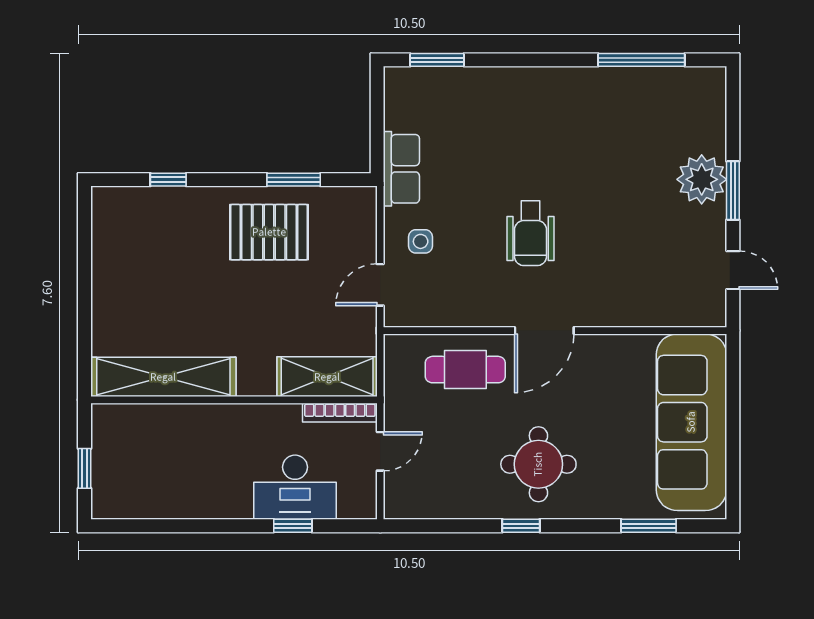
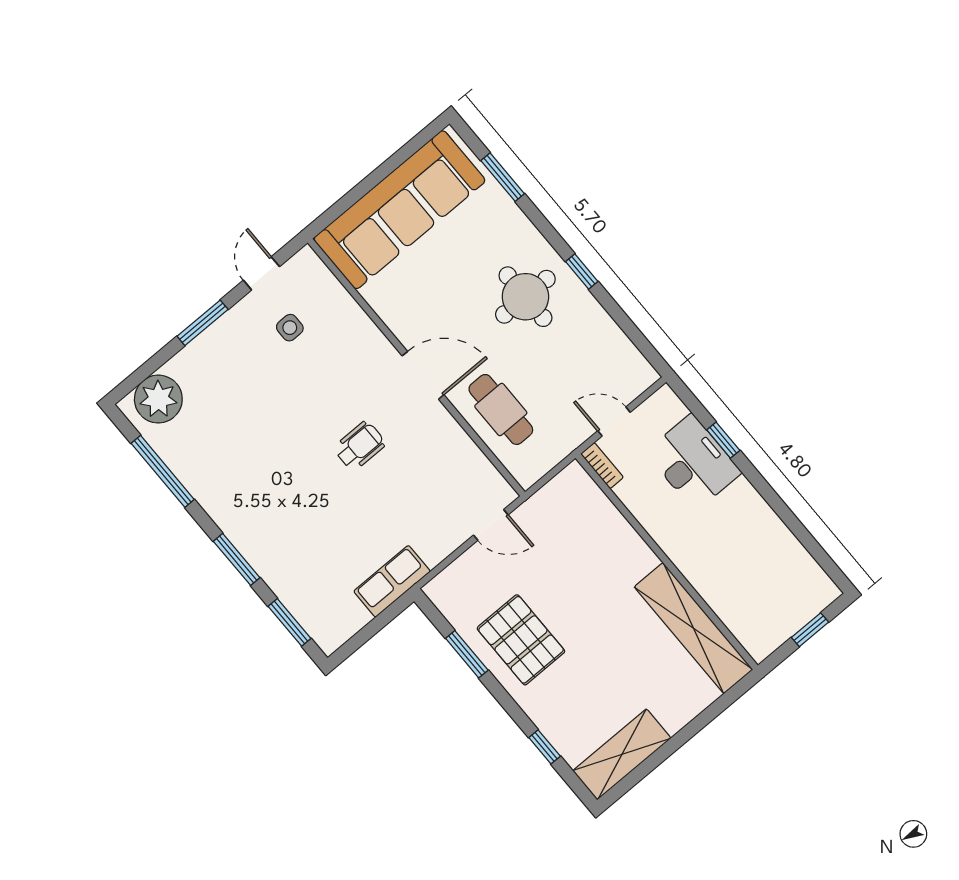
window: (522, 60) -> (237, 559), added
plant: (702, 179) -> (158, 399), moved
wheelchair: (531, 233) -> (360, 446), width x0.73, depth x0.73
side table: (421, 241) -> (290, 328), moved
shelving: (327, 377) -> (622, 754), moved, turned 90
bookcase: (340, 413) -> (602, 466), width x0.64

